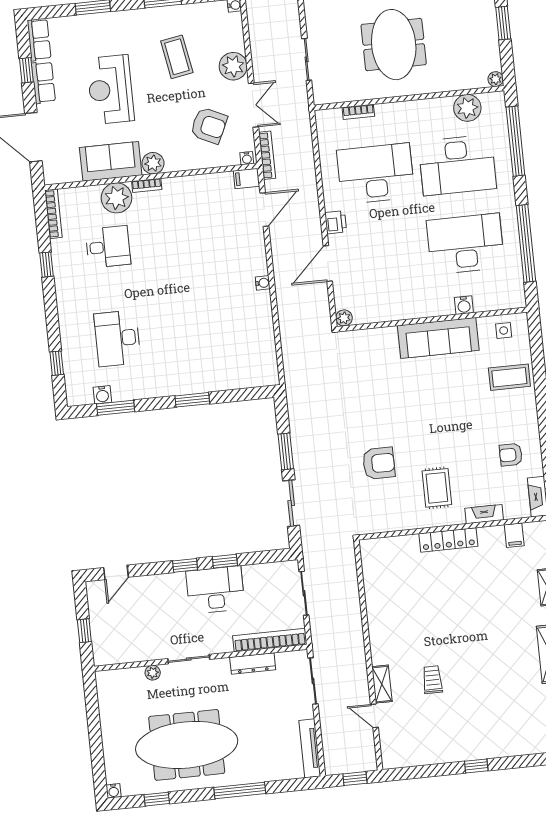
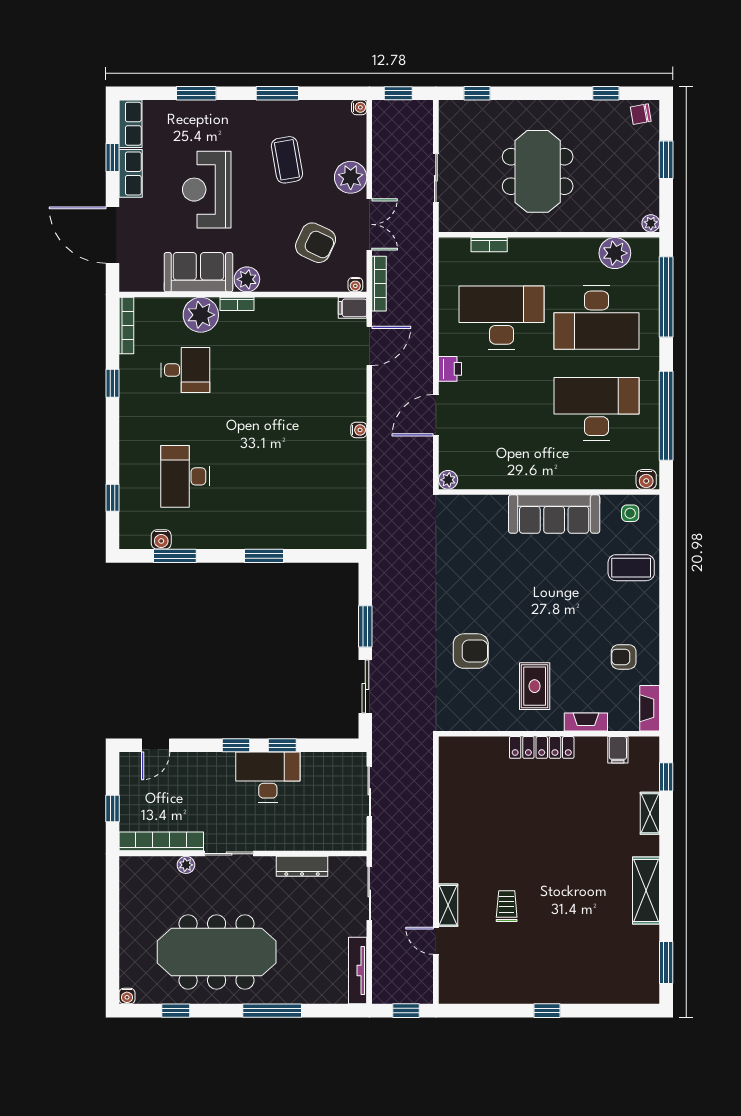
water cooler: (464, 305) -> (646, 479), moved
bookcase: (270, 640) -> (161, 841), moved

